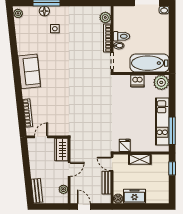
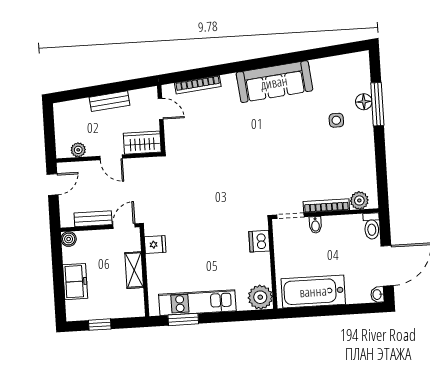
plant: (18, 13) -> (357, 59), removed
toilet: (122, 36) -> (372, 226), moved
bathtub: (150, 63) -> (313, 291), moved, turned -90
sofa: (29, 71) -> (274, 82), width x1.36
dishwasher: (137, 81) -> (259, 241), moved
window: (172, 131) -> (183, 319), width x0.69
window: (172, 168) -> (100, 325), moved
bench: (37, 191) -> (109, 101), moved
freezer: (134, 196) -> (75, 282), moved

